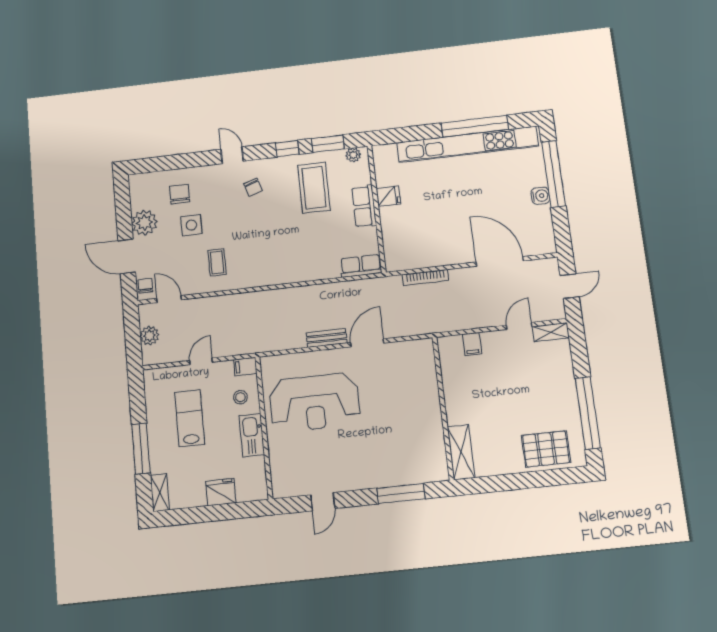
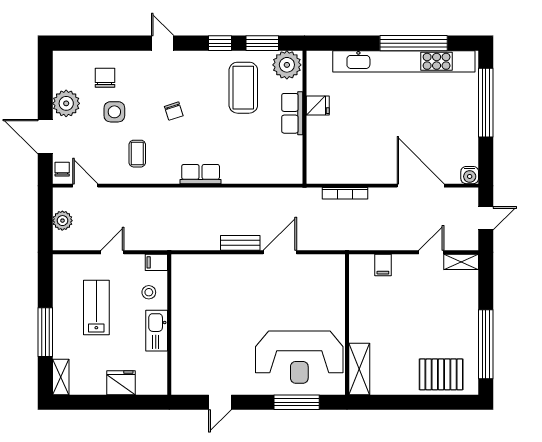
plant: (353, 155) -> (287, 65), width x1.88, depth x1.88
chair: (253, 187) -> (174, 111), moved
water cooler: (540, 196) -> (470, 175), moved, turned 90
row of seats: (361, 266) -> (201, 174), moved
reception desk: (315, 402) -> (299, 357), moved

